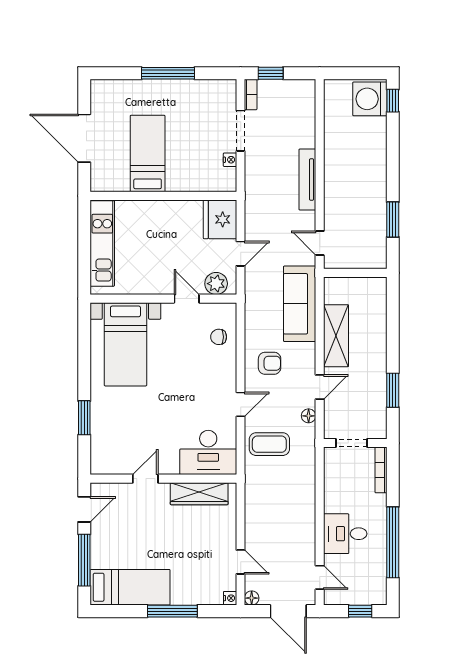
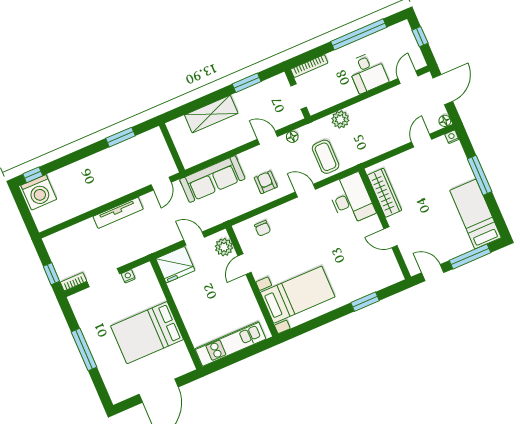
bed: (148, 153) -> (147, 333), width x1.50
shelving: (336, 336) -> (211, 114), moved
plant: (305, 479) -> (340, 119), added

